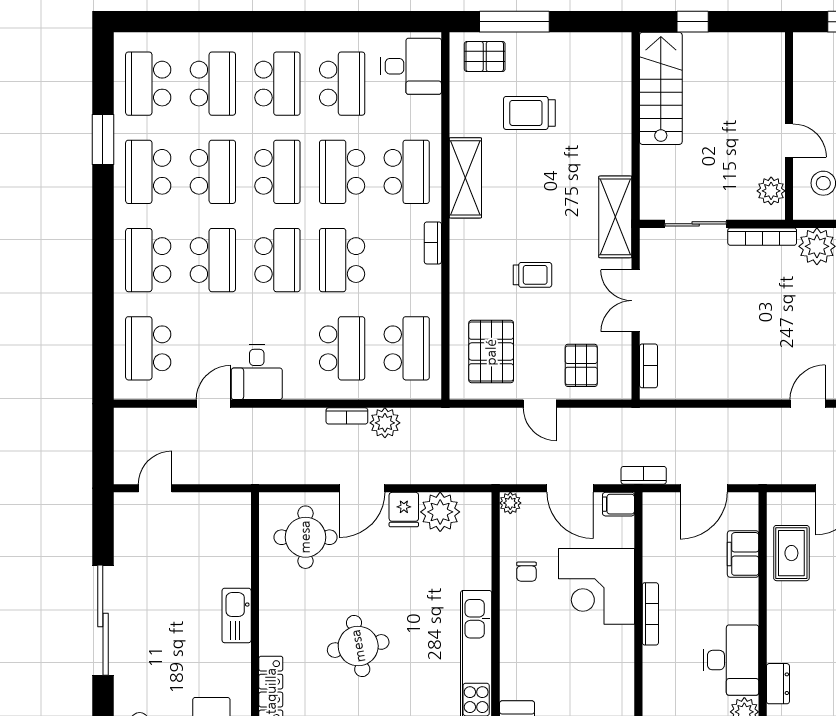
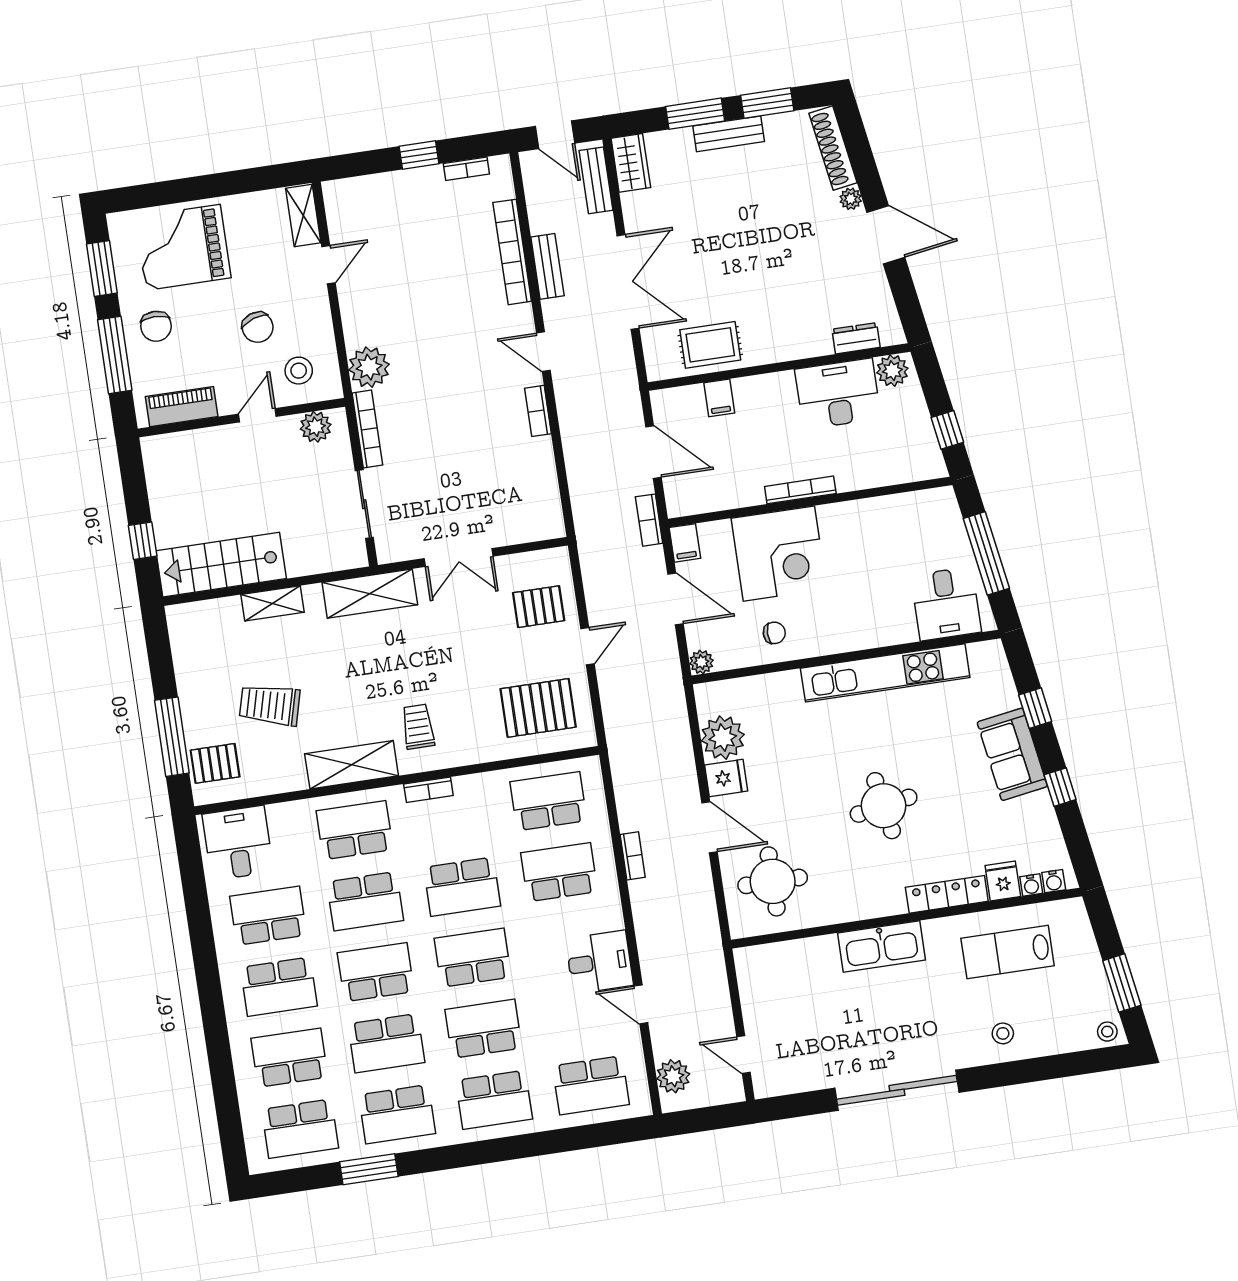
pallet: (485, 56) -> (215, 763), turned 90
piano: (807, 74) -> (182, 407), added
school desk: (277, 84) -> (279, 987), turned 180
trolley: (529, 113) -> (270, 705), turned 105
shelving: (620, 129) -> (272, 603), added
school desk: (213, 172) -> (386, 1043), turned 180
trolley: (533, 275) -> (418, 727), moved
bookcase: (648, 366) -> (538, 411), moved, turned -90
plant: (385, 423) -> (673, 1076), moved
door: (570, 488) -> (675, 599), hinge flipped
filing cabinet: (743, 554) -> (719, 398), width x0.50
kitchen sink: (237, 615) -> (881, 946), width x1.36, depth x1.24

